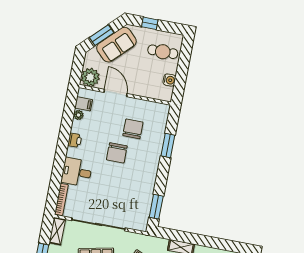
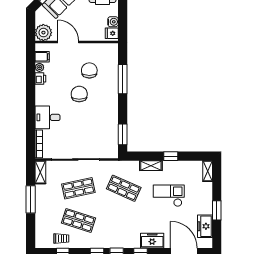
fridge: (166, 92) -> (112, 33), added
printer: (75, 140) -> (40, 79), moved
window: (168, 146) -> (123, 79), width x1.44
chair: (117, 153) -> (79, 94), turned 180
window: (205, 241) -> (171, 156), added

